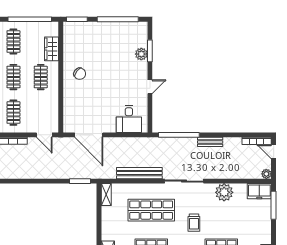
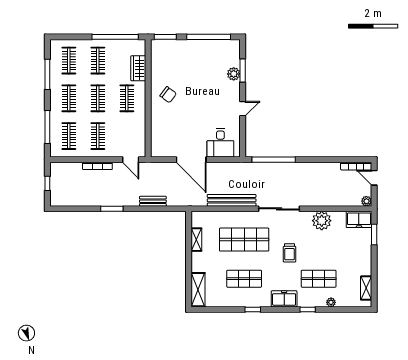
door: (89, 135) -> (191, 160), moved
bench: (210, 142) -> (153, 201), moved
window: (80, 181) -> (112, 209), moved
shelving: (106, 194) -> (196, 240), moved
window: (274, 205) -> (374, 234), width x0.69

